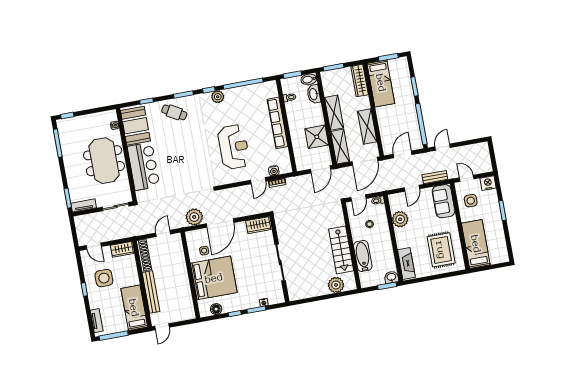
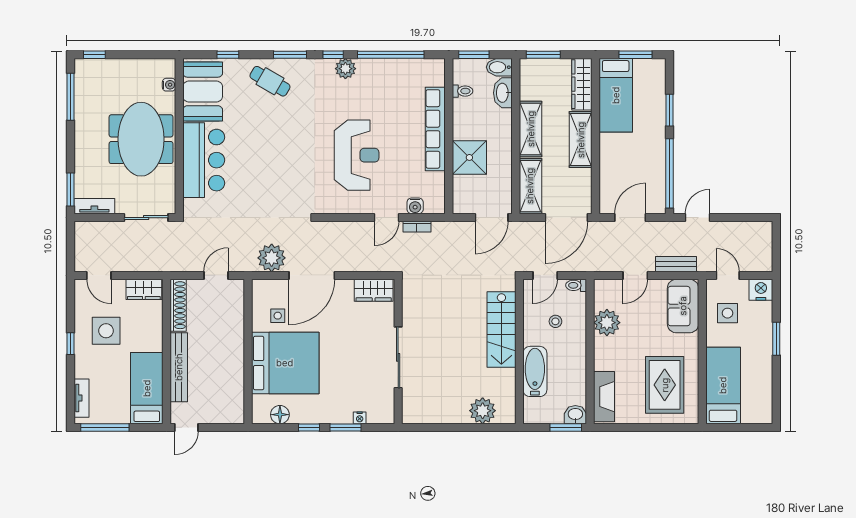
shelving: (367, 127) -> (581, 140), moved
shower: (317, 137) -> (469, 157), moved
stairs: (341, 250) -> (501, 330), moved

